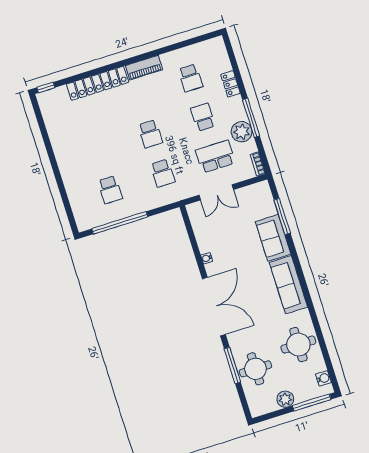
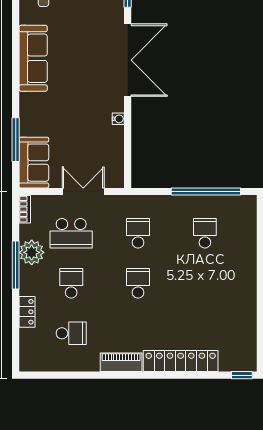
school desk: (190, 78) -> (71, 333), turned 90
school desk: (203, 117) -> (71, 283), turned 180
sofa: (273, 238) -> (34, 163), moved
double door: (214, 307) -> (128, 60), swing flipped

